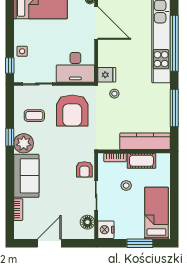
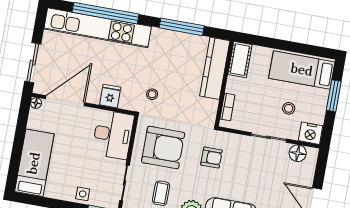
fridge: (107, 75) -> (110, 96), moved
cot: (141, 161) -> (240, 60), moved
armchair: (84, 169) -> (211, 158), moved
stool: (126, 186) -> (289, 108), moved

